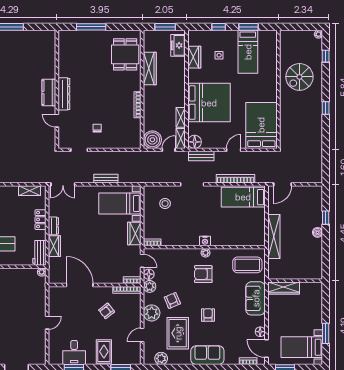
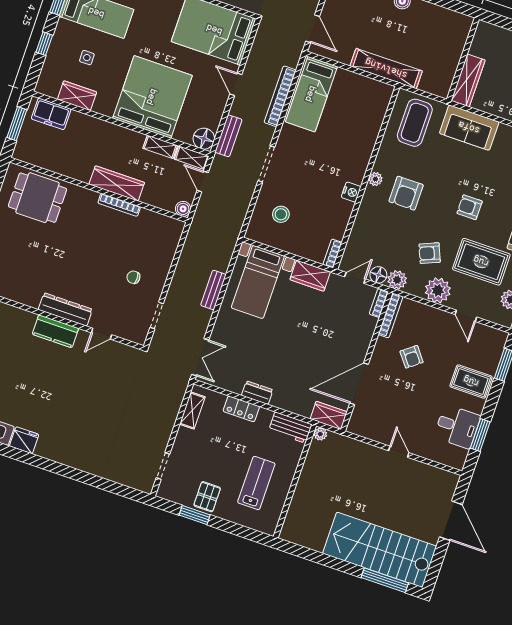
wardrobe: (150, 69) -> (117, 183), moved
boiler: (152, 140) -> (183, 209), width x0.54, depth x0.54
nightstand: (205, 241) -> (351, 192), moved
wardrobe: (54, 246) -> (329, 415), moved

